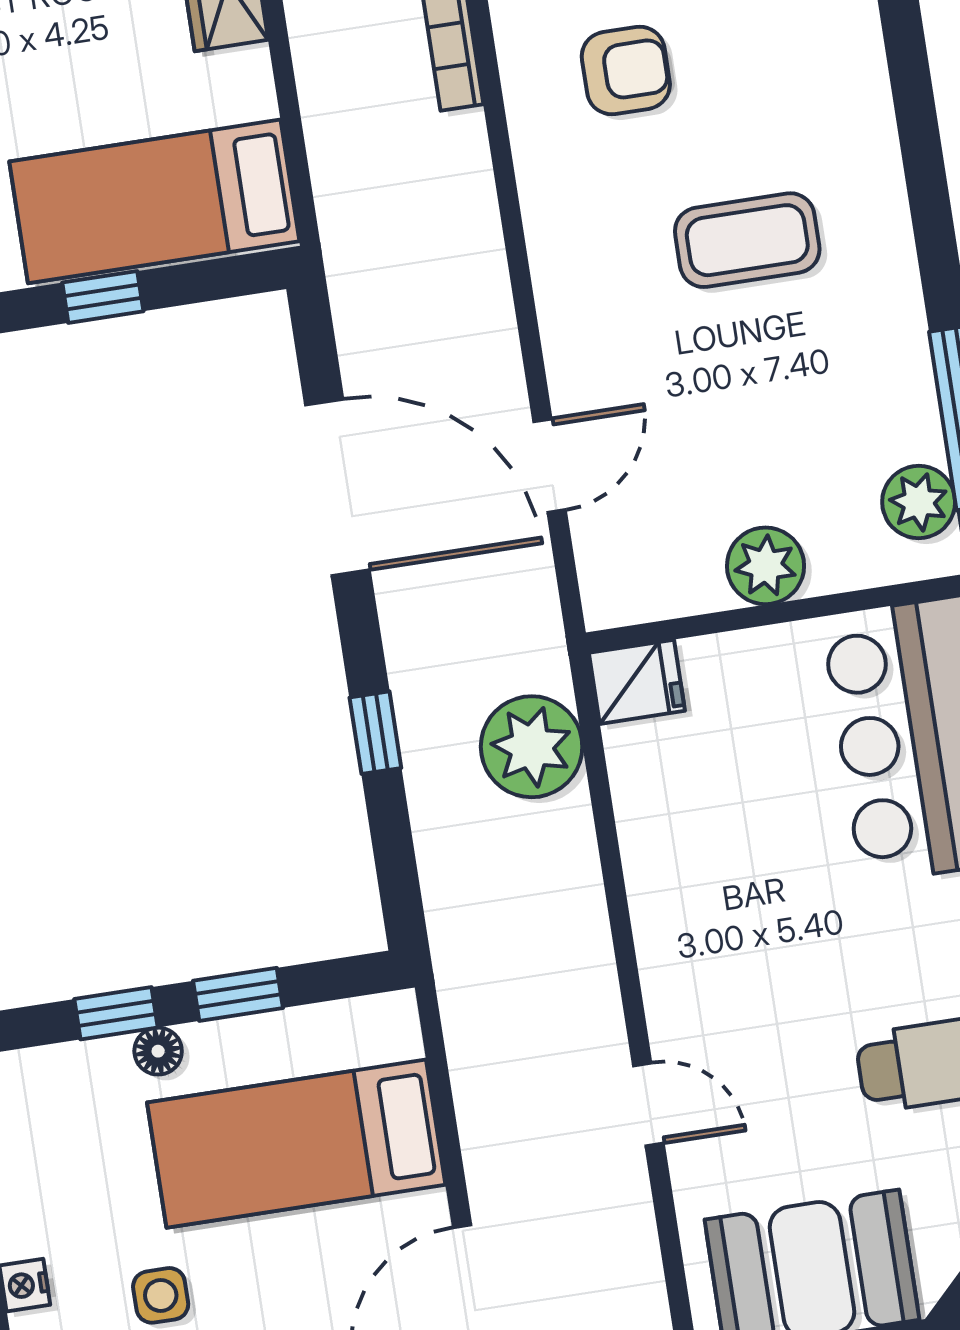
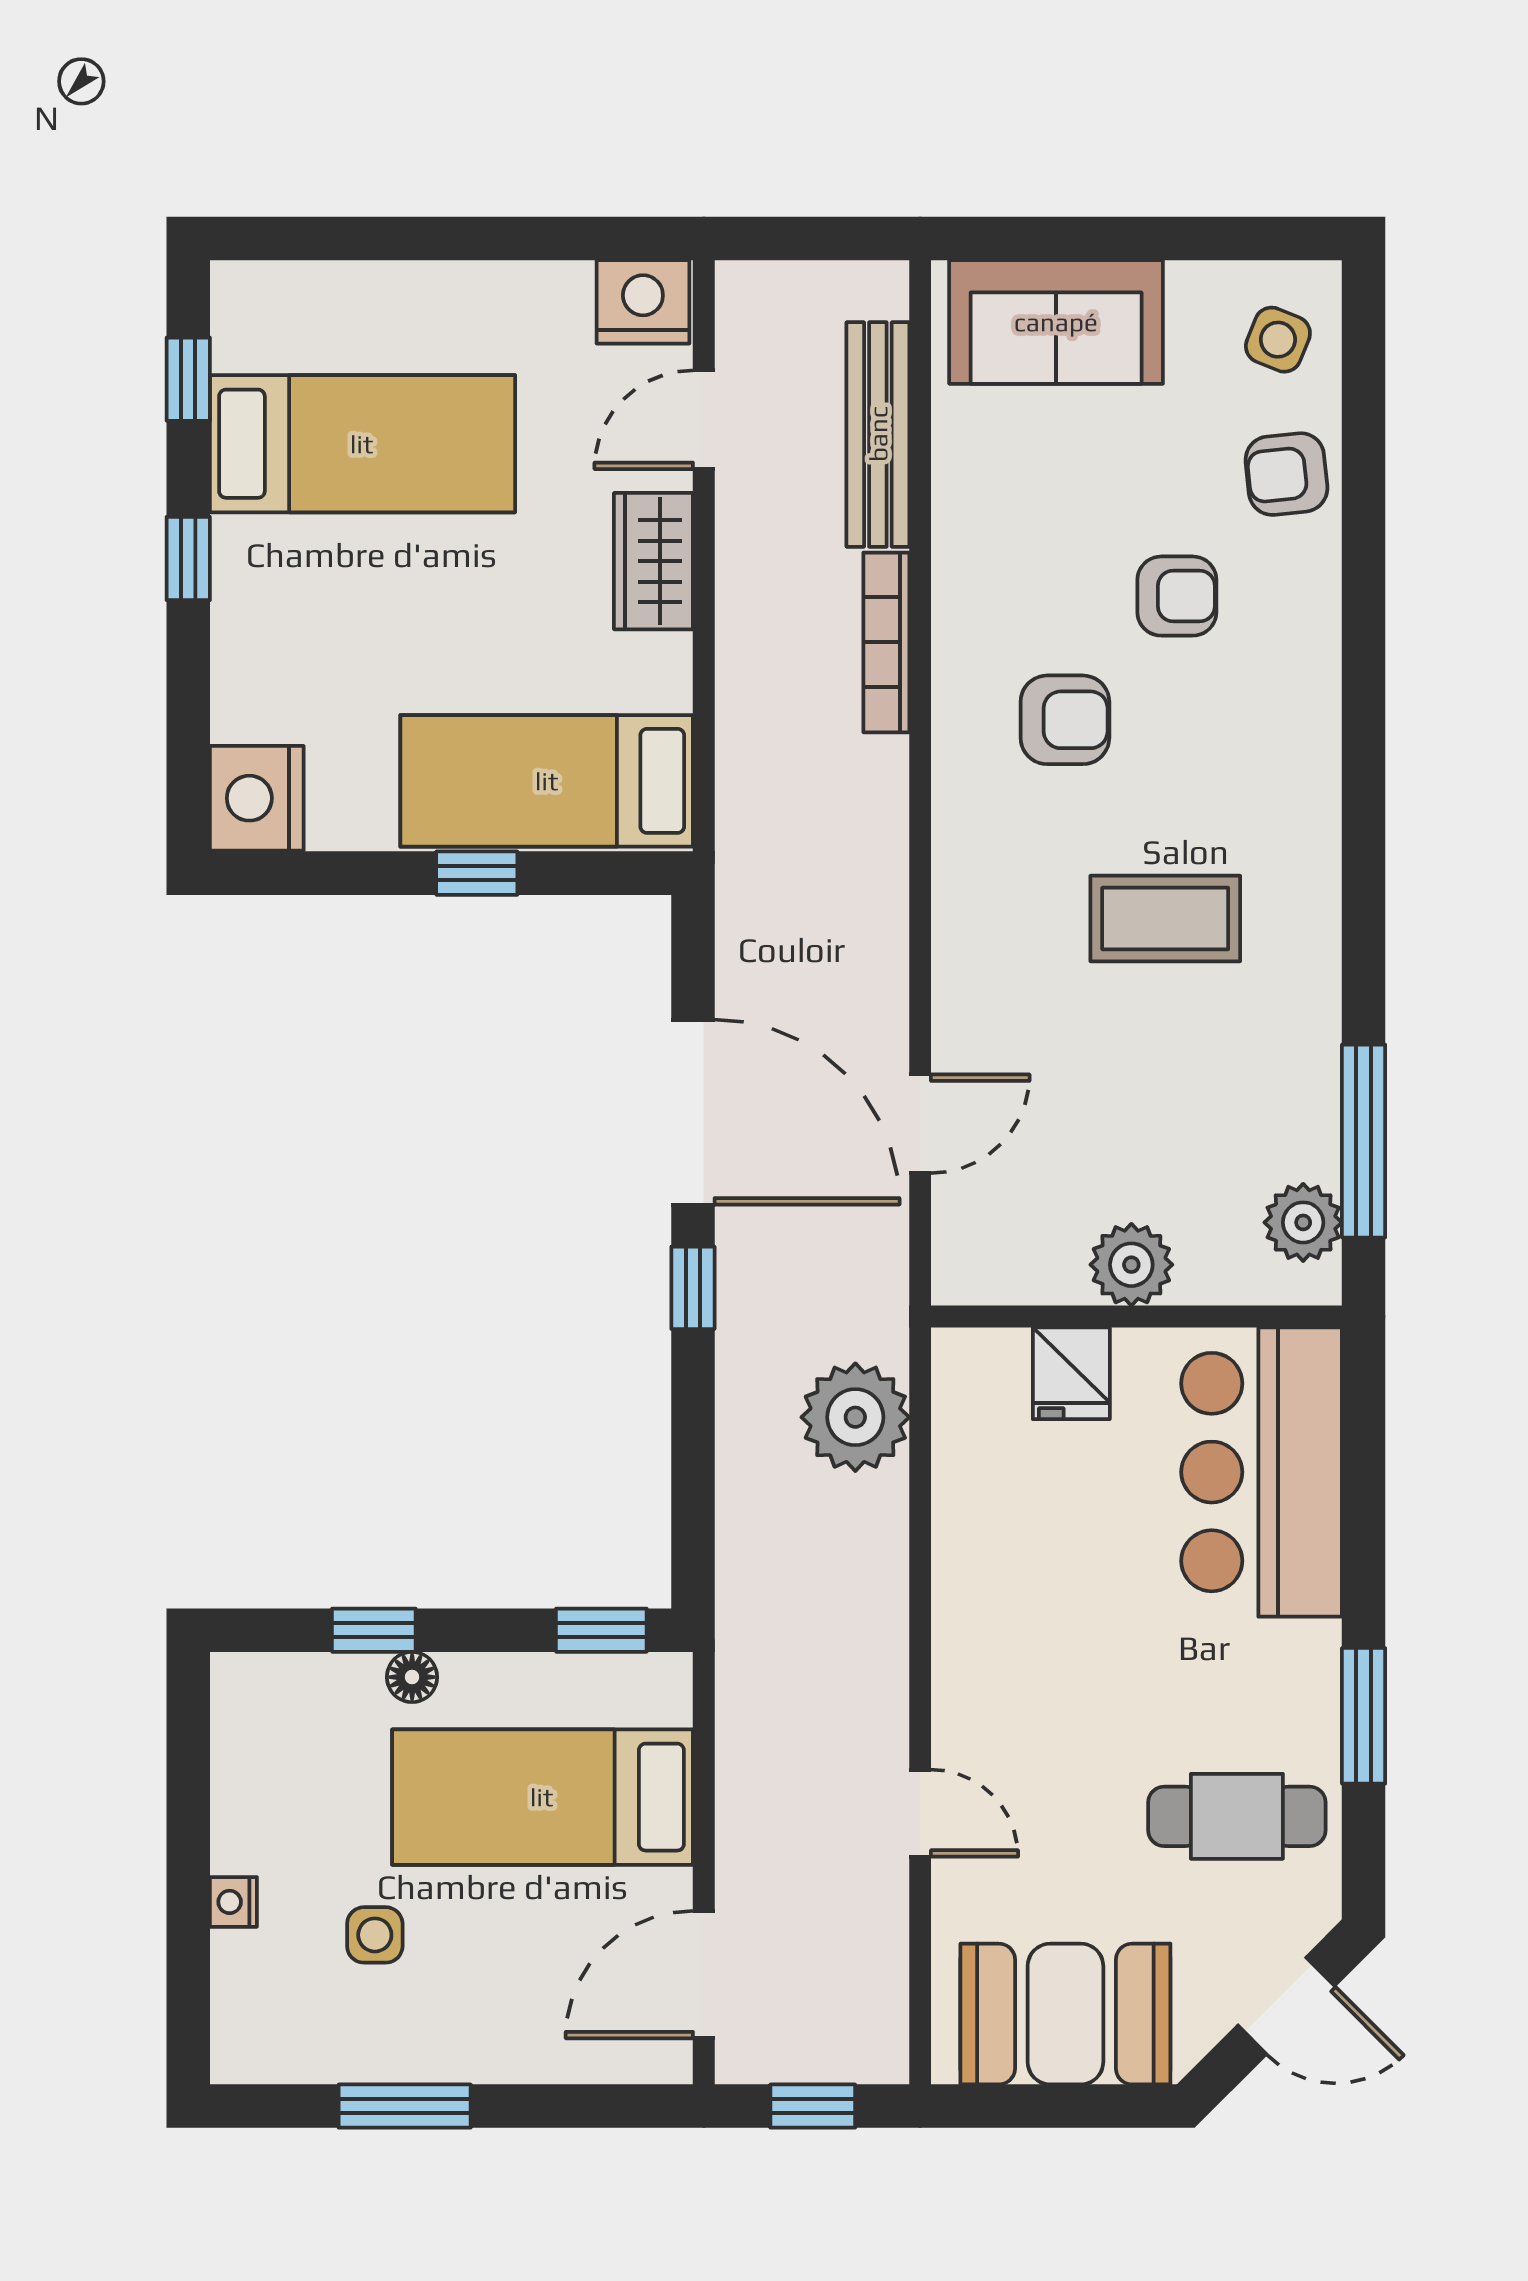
fridge: (637, 682) -> (1071, 1373), moved, turned 90
window: (375, 733) -> (693, 1288), moved
window: (238, 994) -> (601, 1630), moved

